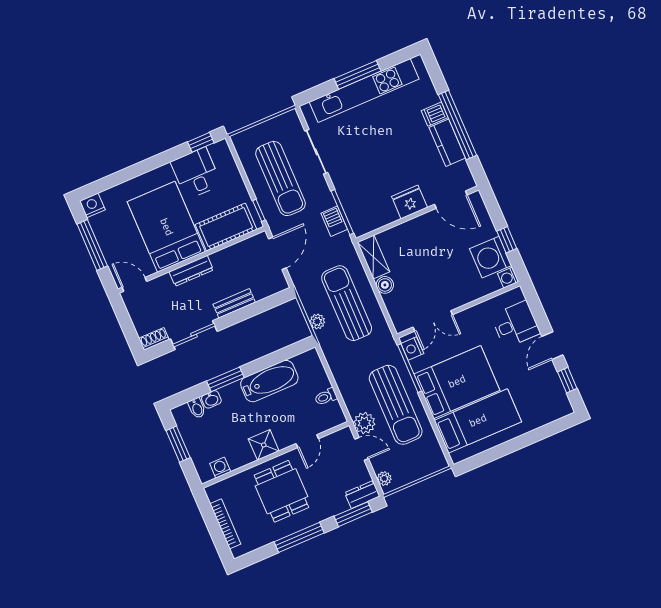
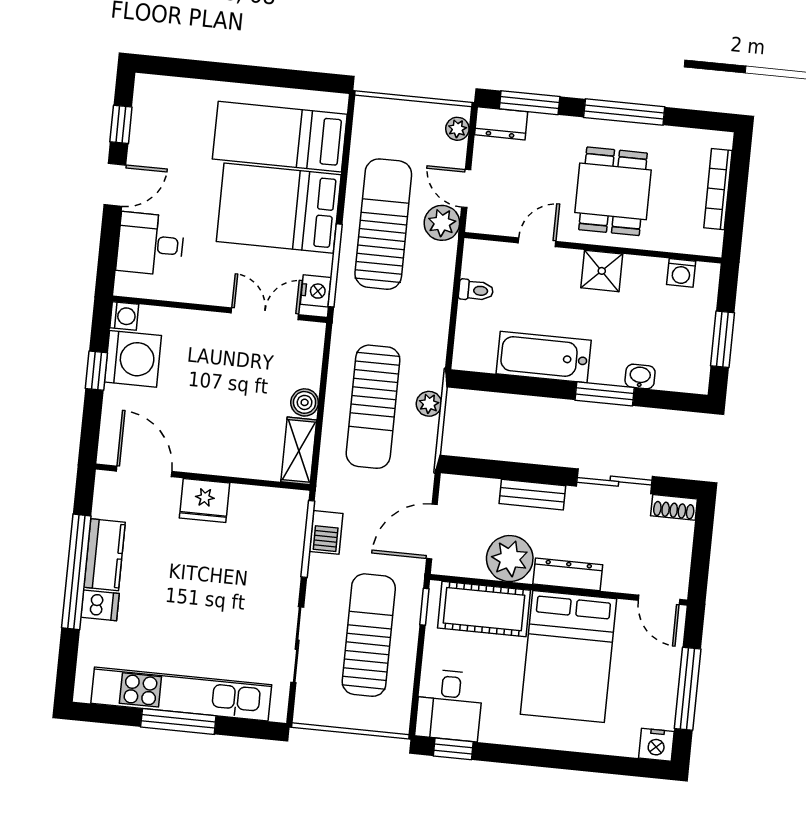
desk: (196, 173) -> (449, 705), moved
plant: (227, 262) -> (510, 559), added
bidet: (197, 408) -> (668, 376), removed

